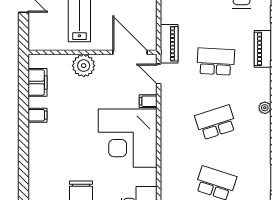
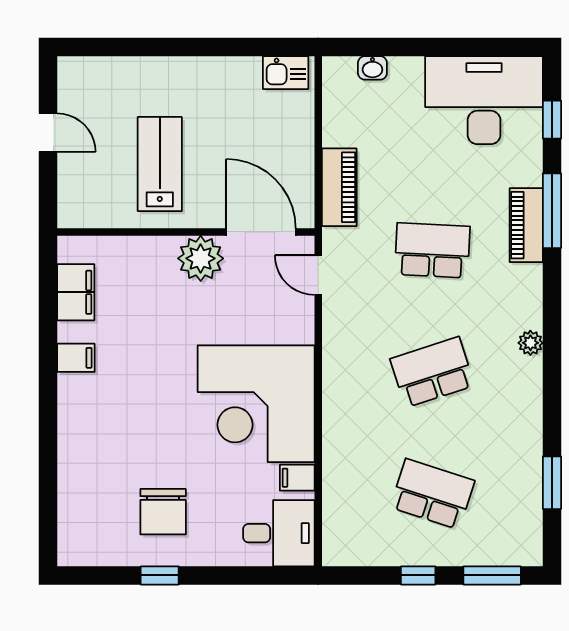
piano: (169, 44) -> (339, 187), moved
plant: (84, 66) -> (201, 258), moved
filing cabinet: (148, 101) -> (297, 478), moved

